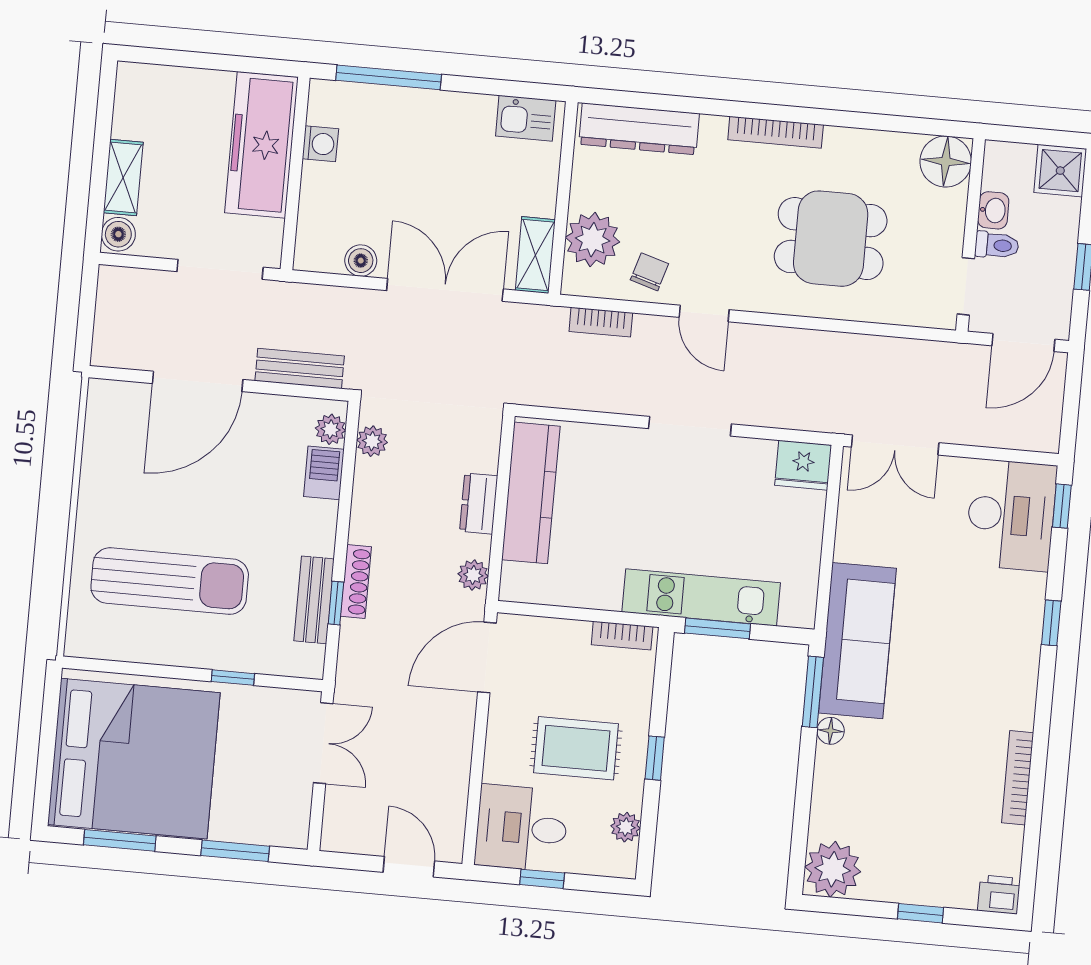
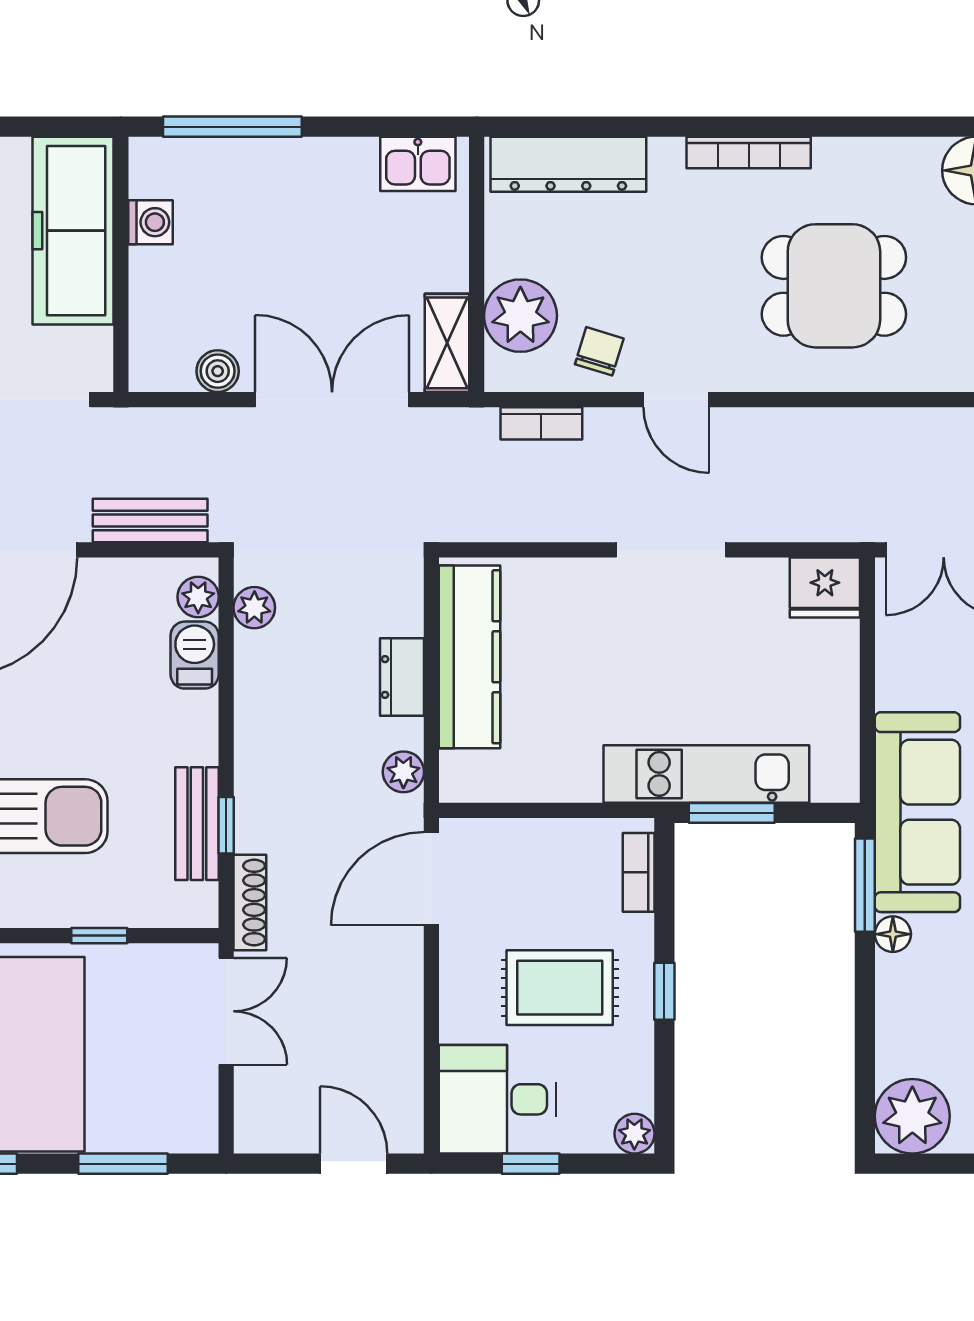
shoe rack: (356, 582) -> (250, 903), moved
bookcase: (622, 636) -> (639, 872), moved, turned 90
plant: (626, 827) -> (634, 1134), moved

